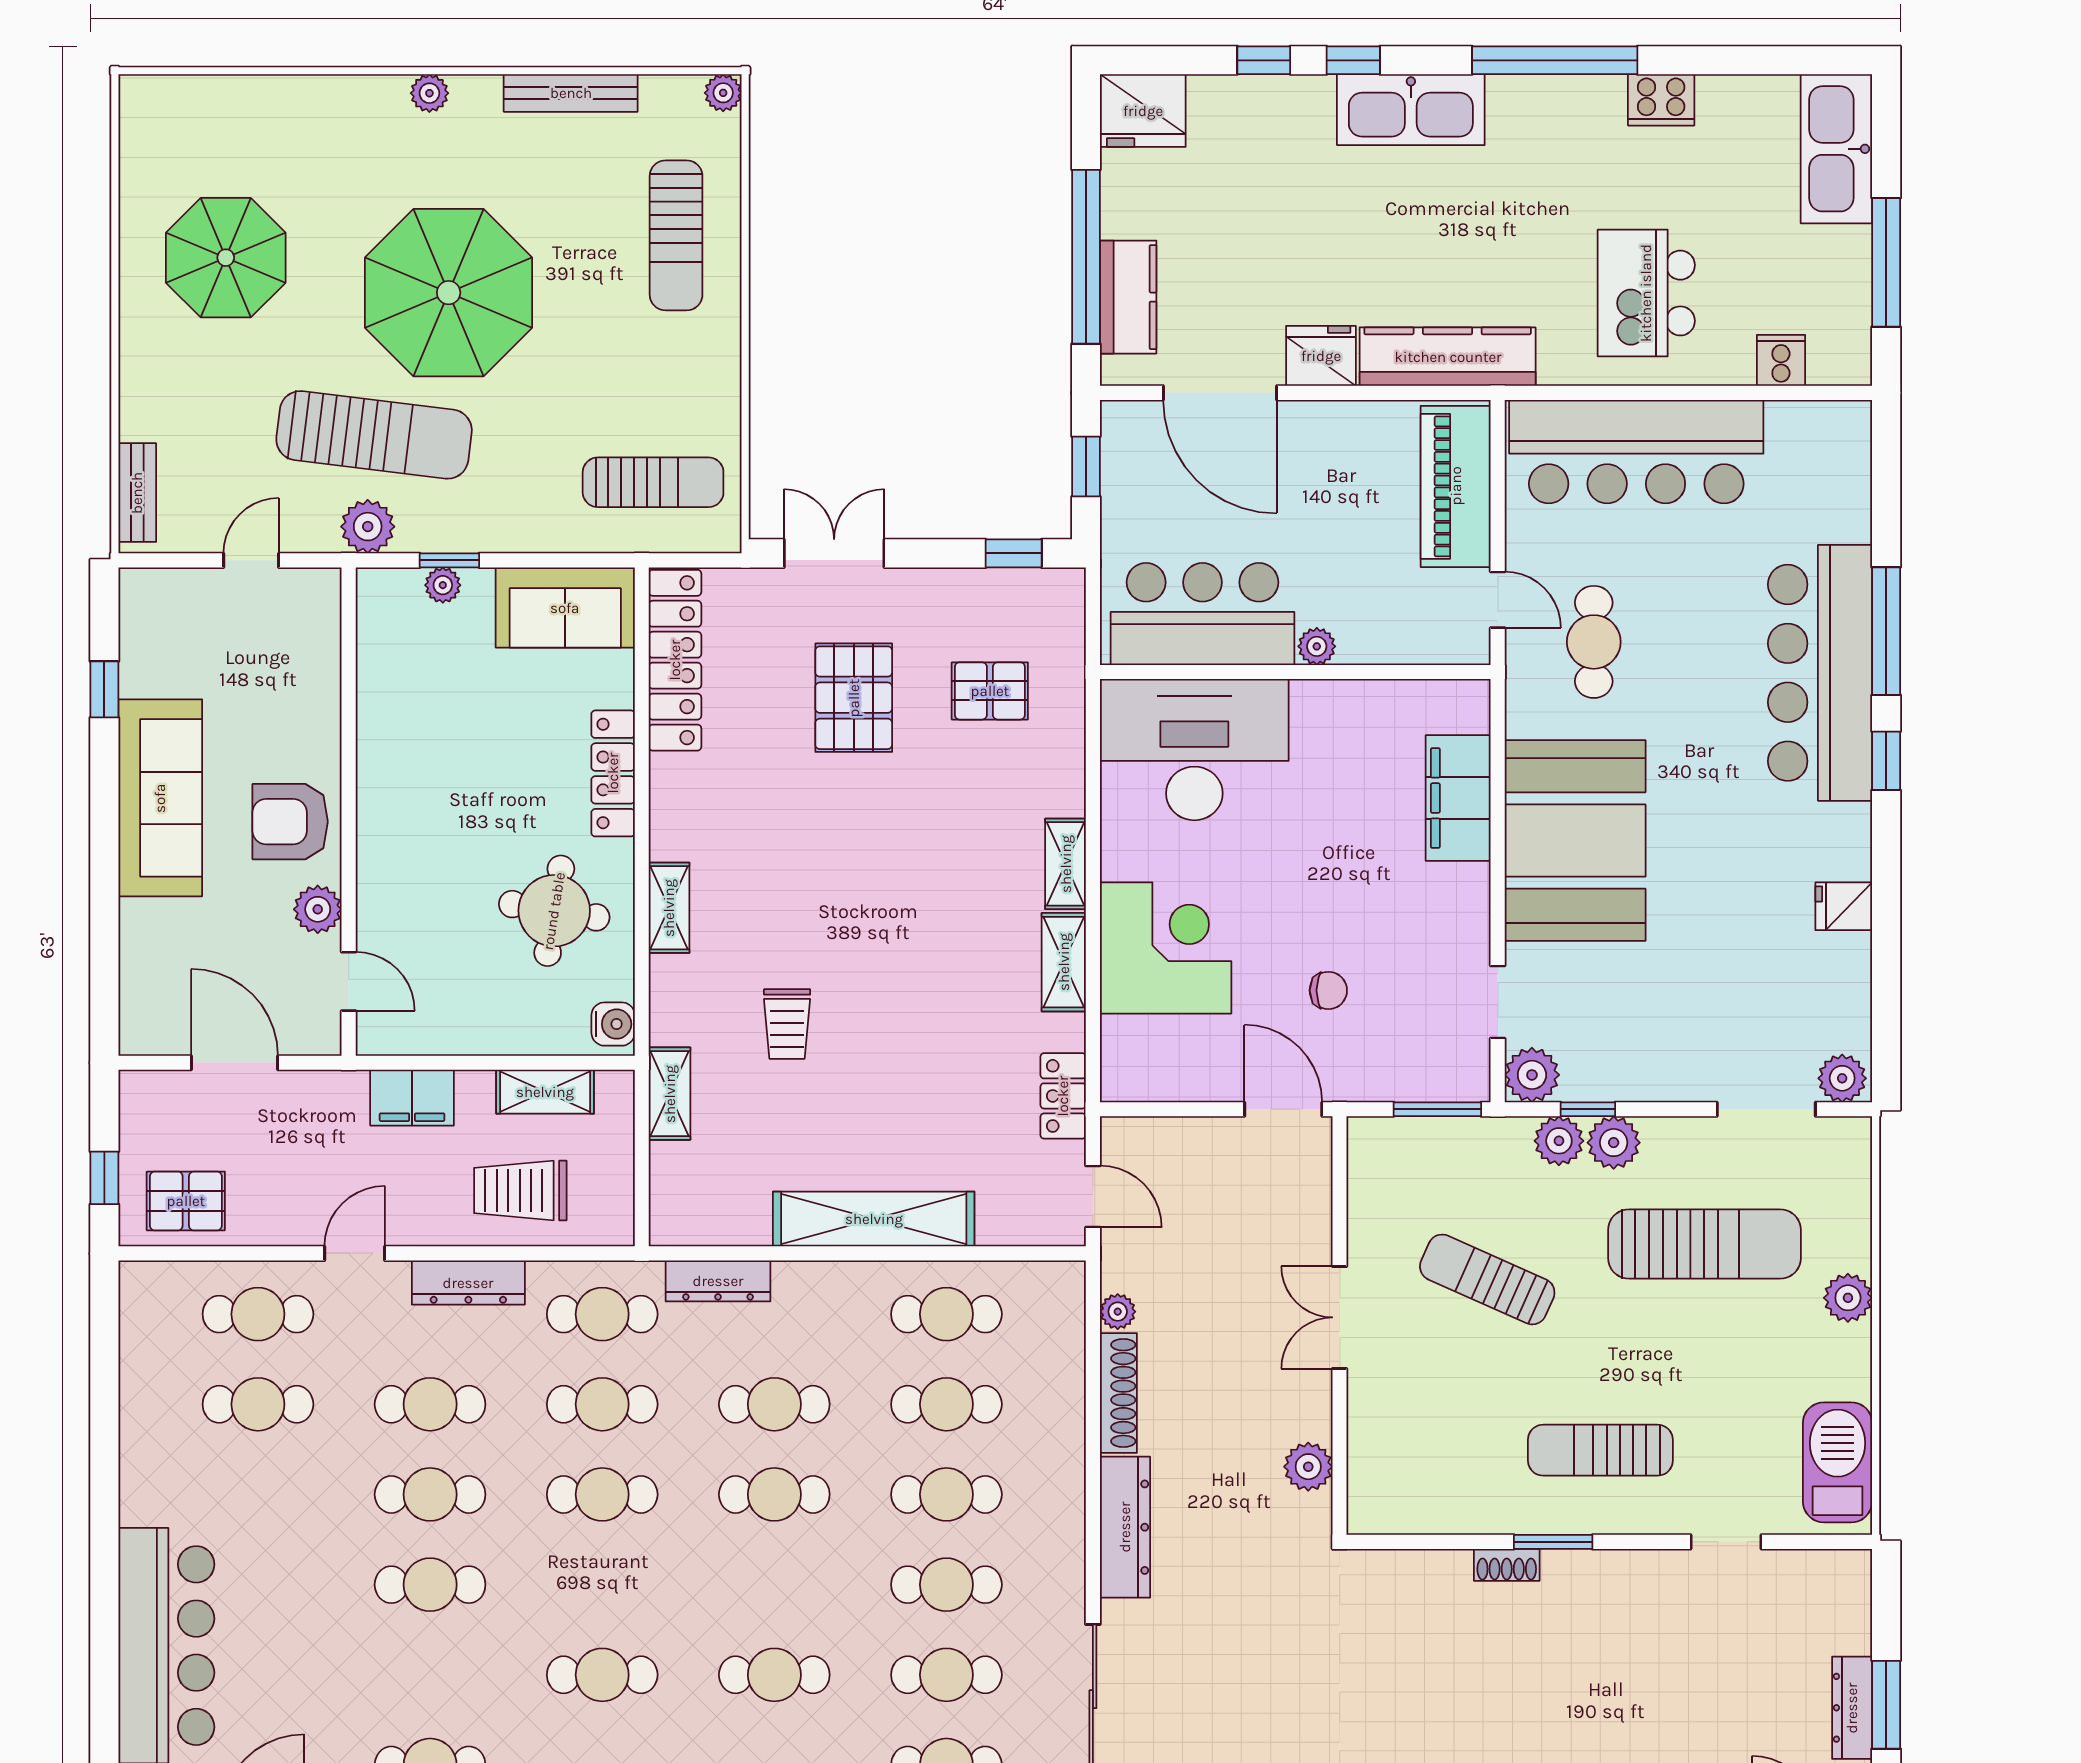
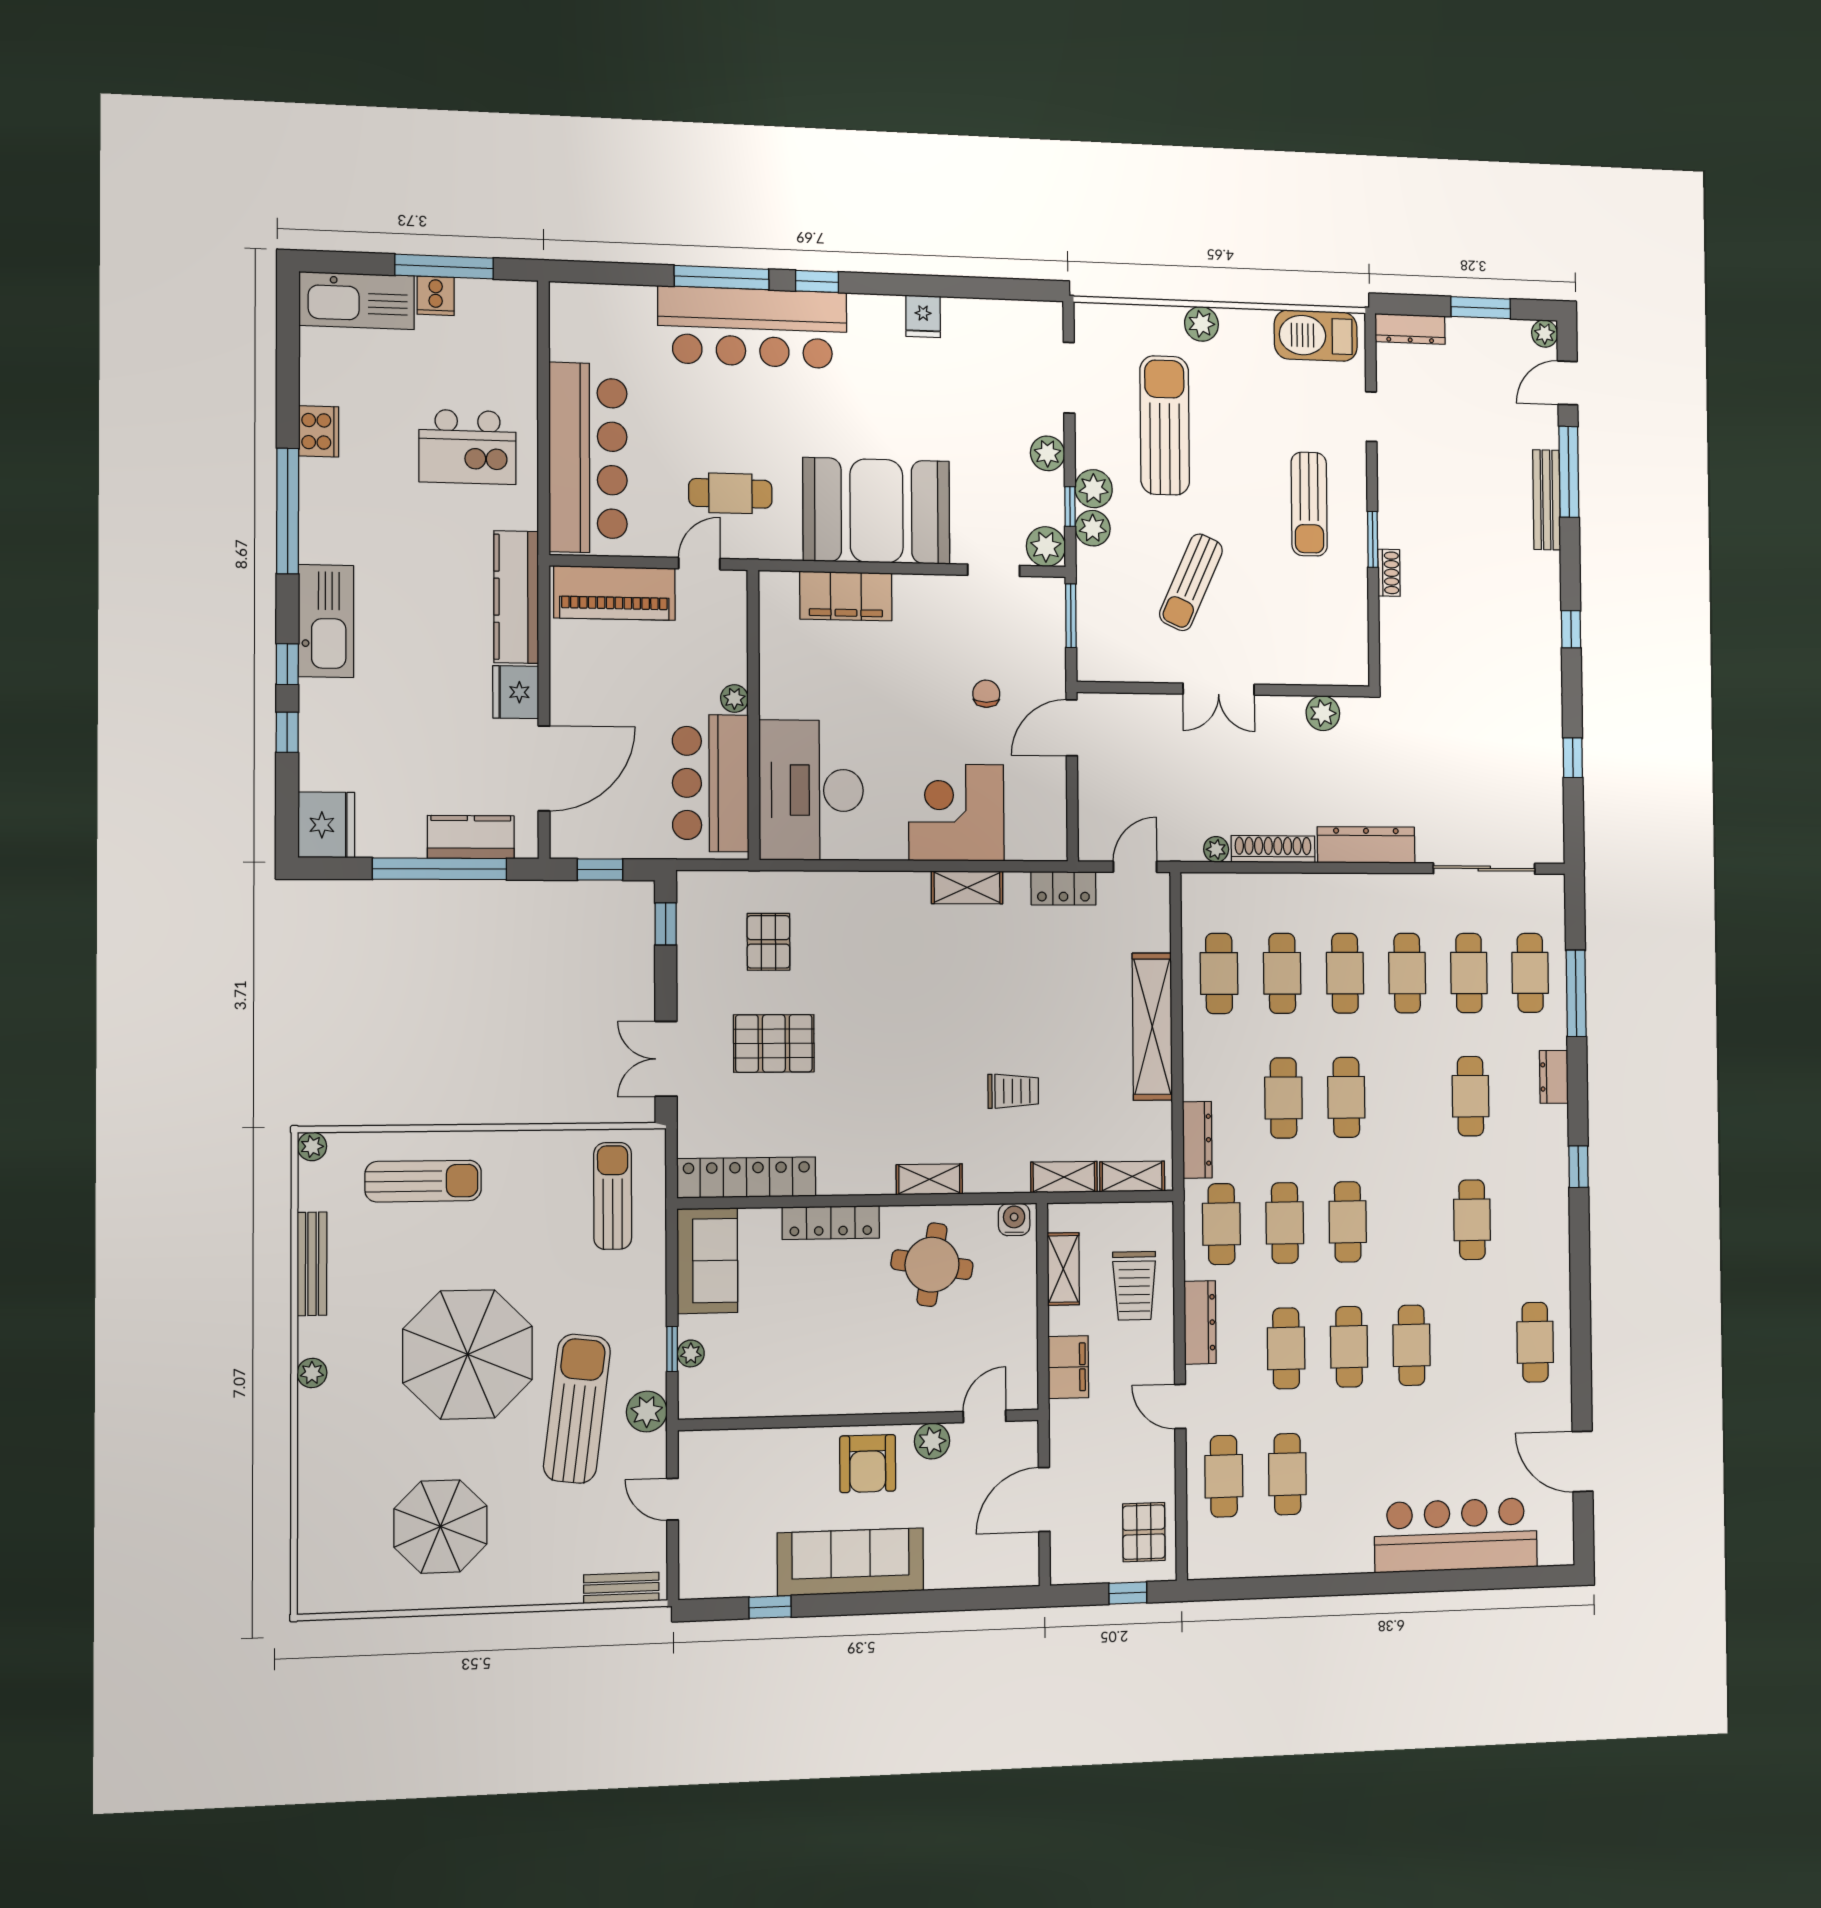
cooker: (1781, 360) -> (436, 296), moved, turned -90
shelving: (1066, 864) -> (1132, 1176), moved
plant: (1842, 1078) -> (1048, 453), moved
dresser: (1852, 1708) -> (1410, 329), moved

